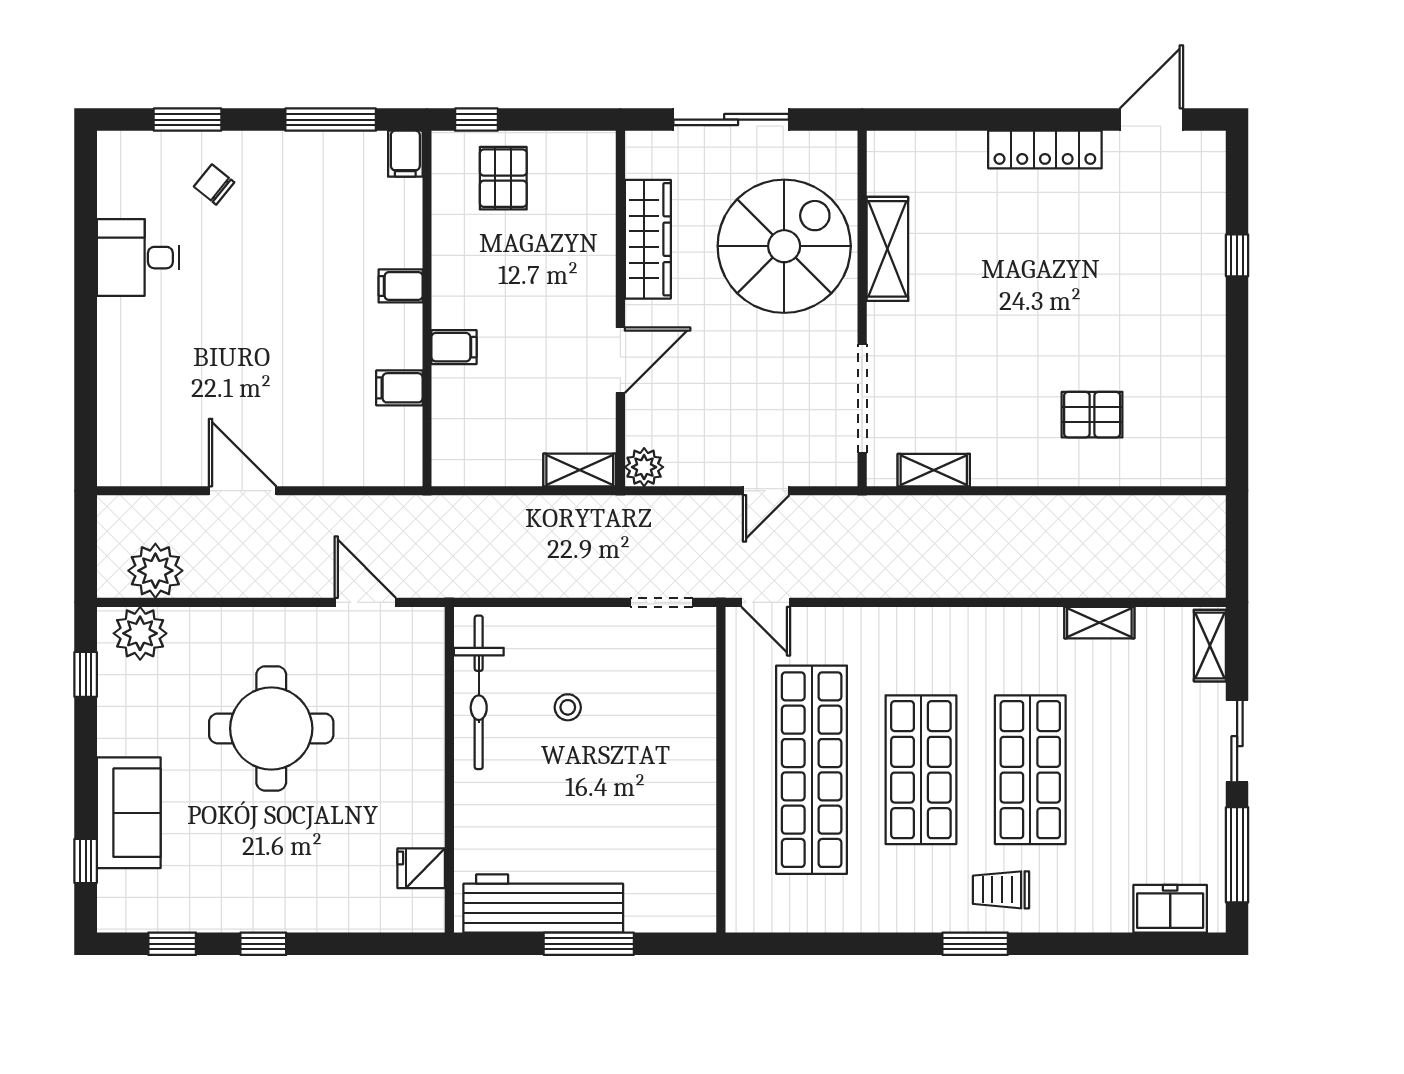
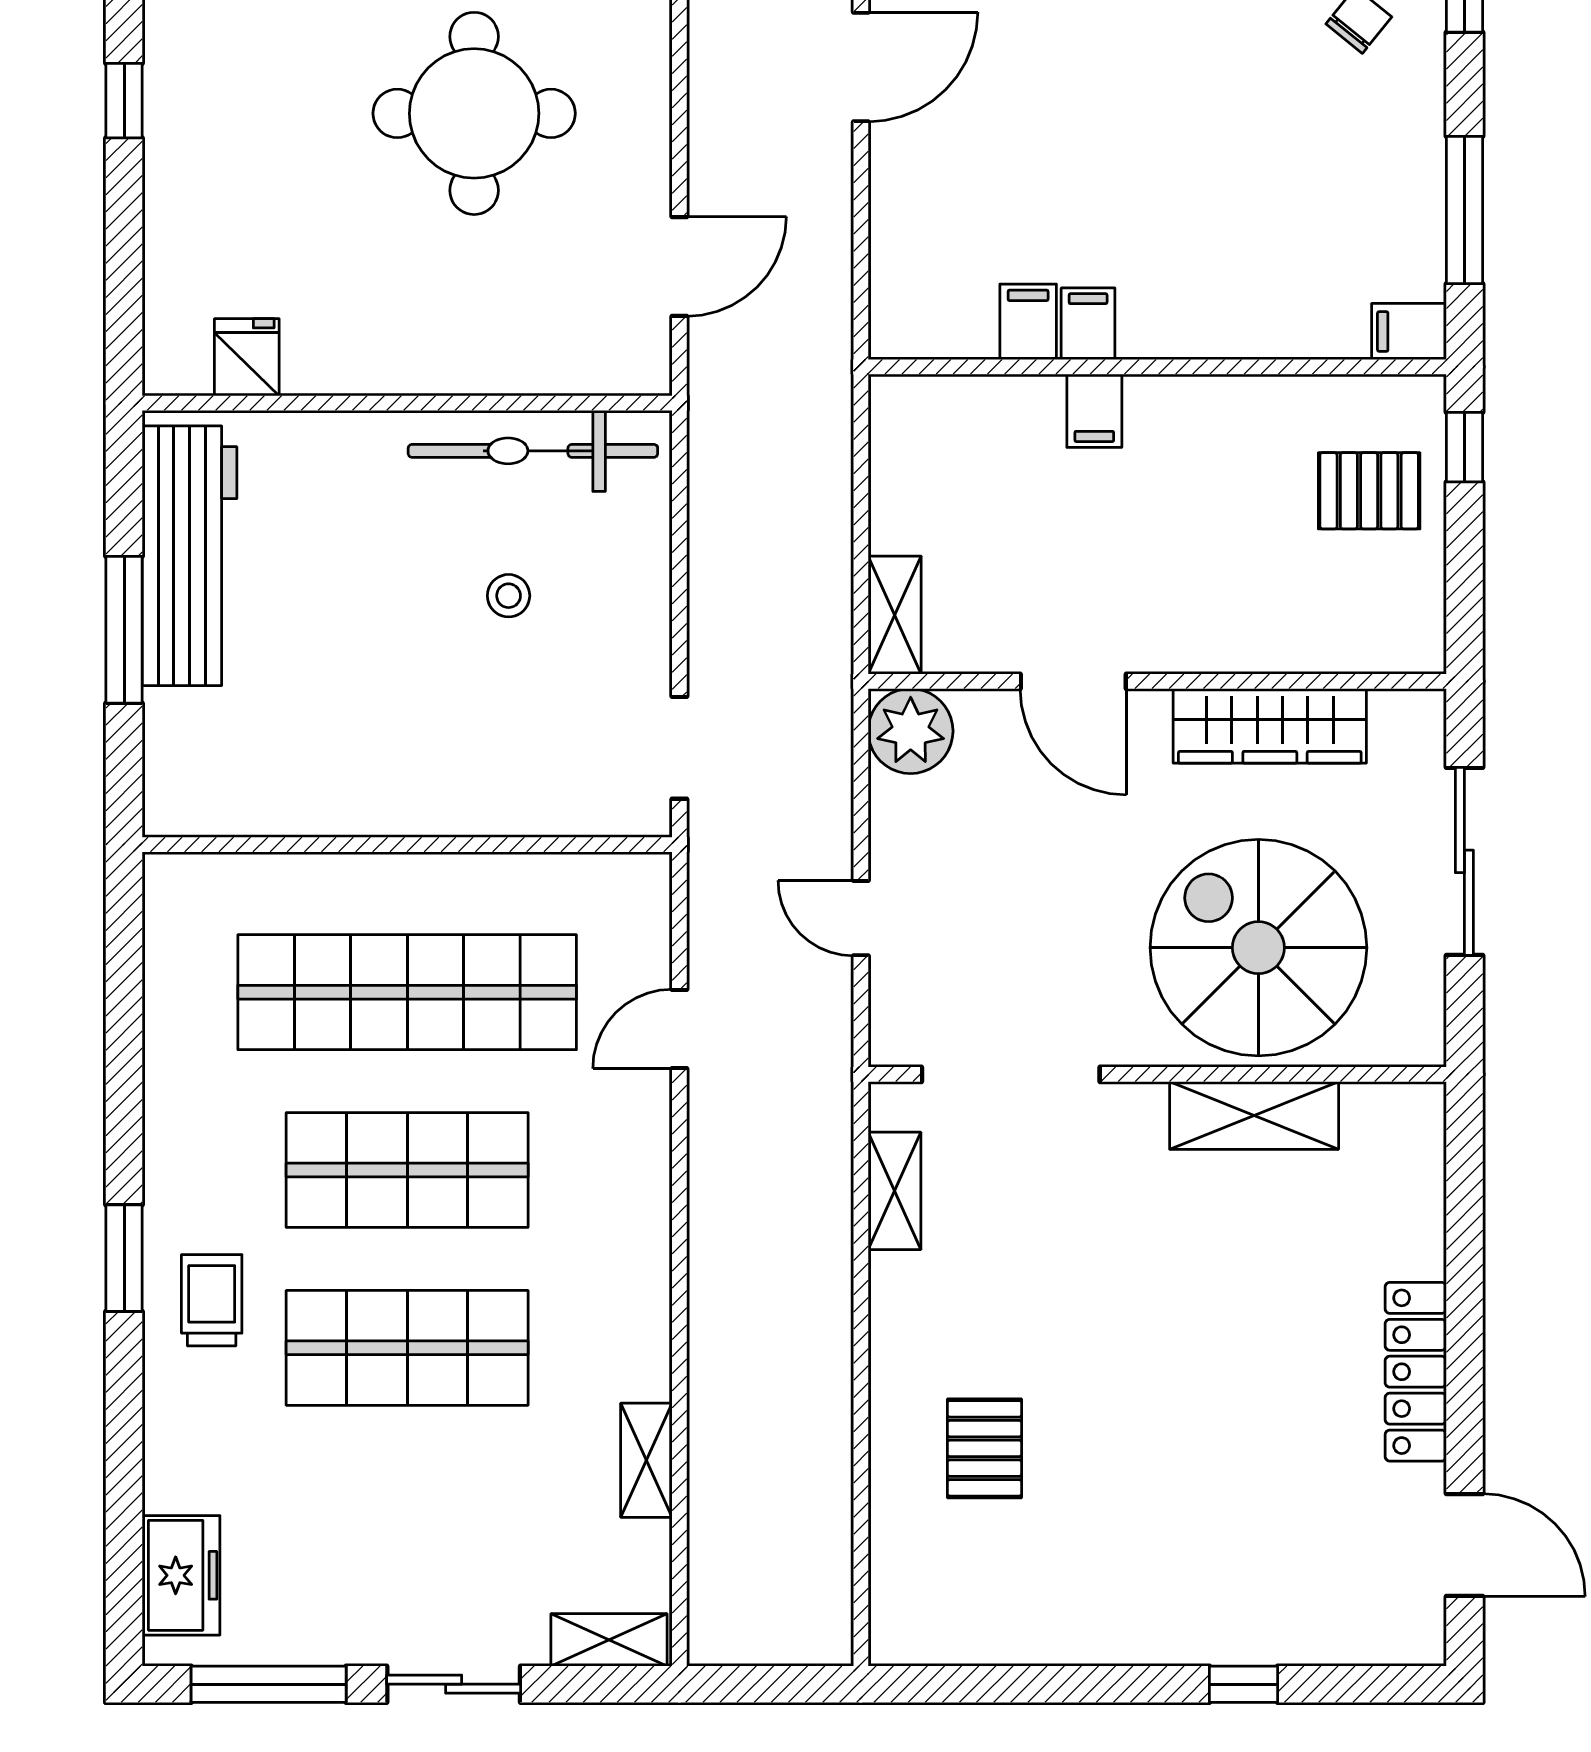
spiral stairs: (784, 246) -> (1258, 948), turned 180
filing cabinet: (401, 286) -> (1088, 324), moved
plant: (644, 467) -> (911, 731), width x1.36, depth x1.36
door: (766, 602) -> (679, 1029), moved

